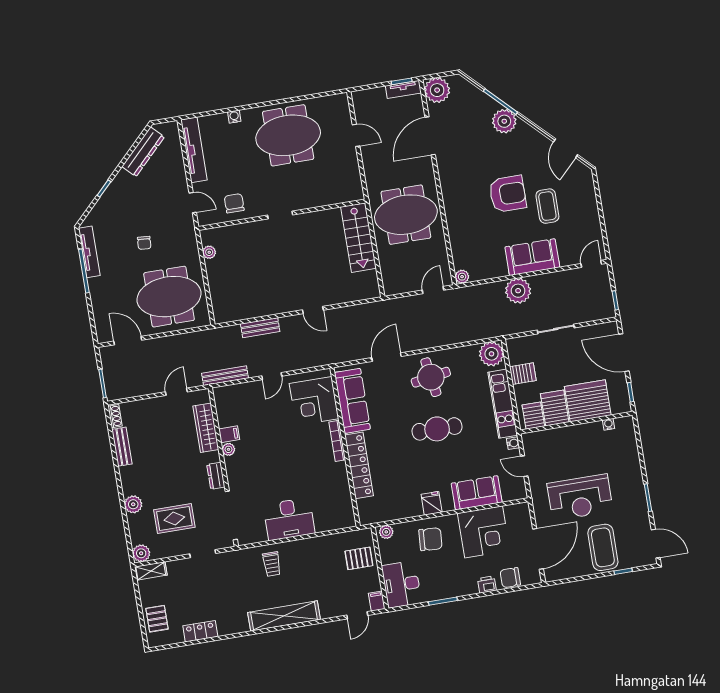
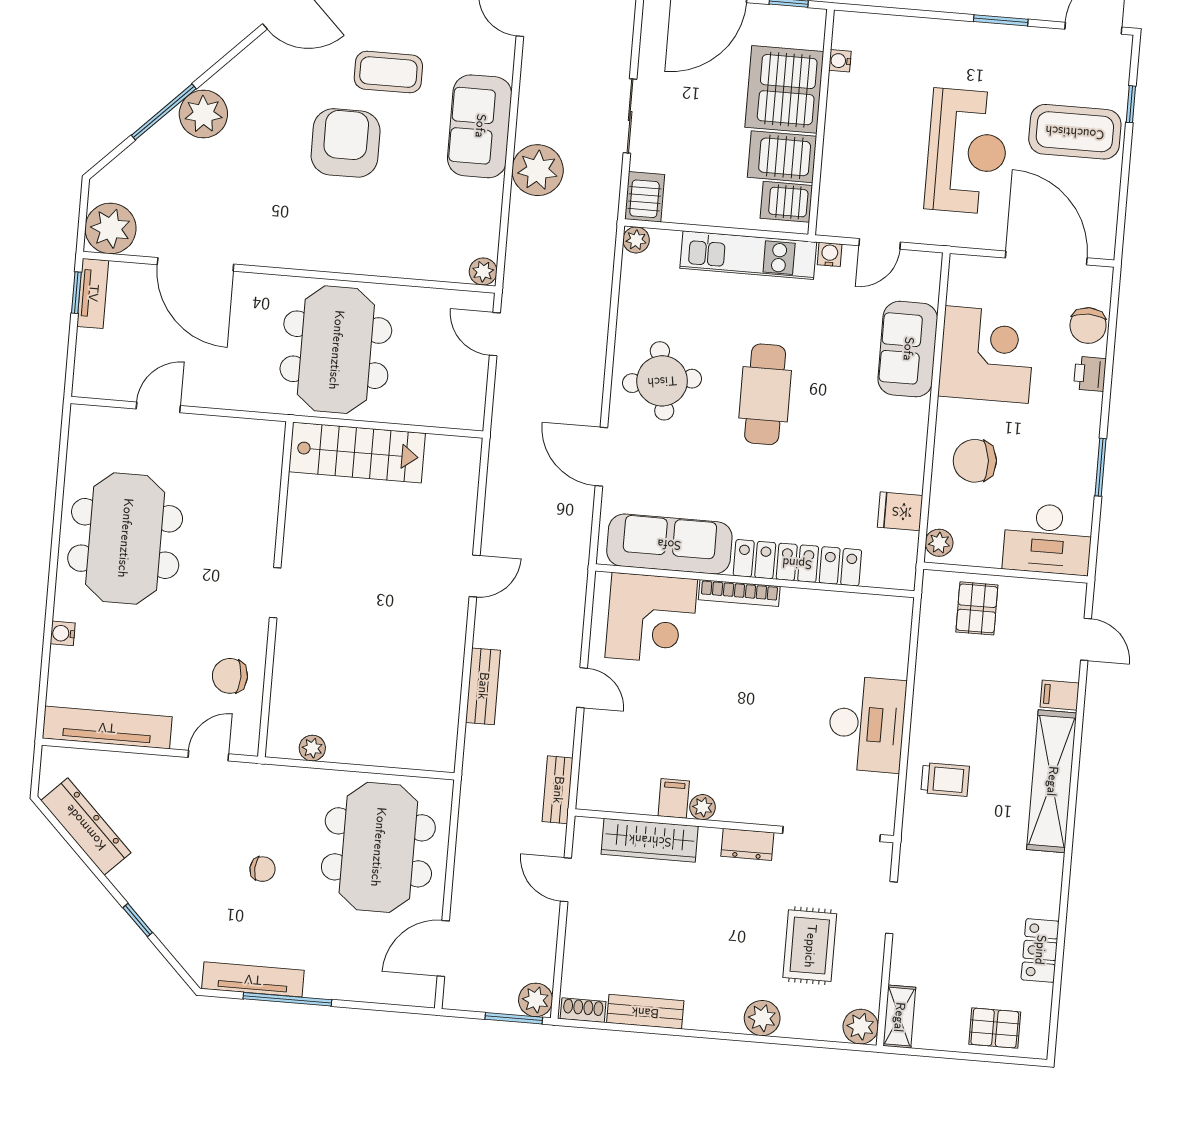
plant: (492, 354) -> (636, 240), width x0.53, depth x0.53
server rack: (523, 374) -> (645, 197), moved
bench: (225, 376) -> (558, 790), width x0.73
plant: (114, 392) -> (536, 1000), added
fridge: (432, 503) -> (900, 511), moved
chair: (430, 539) -> (975, 461), turned -99
filing cabinet: (377, 601) -> (1060, 695), moved

